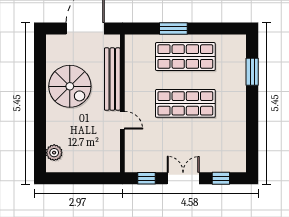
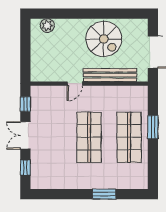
window: (252, 72) -> (104, 194), moved
spiral stairs: (70, 86) -> (104, 39), turned -90
double door: (183, 178) -> (25, 135), swing flipped

